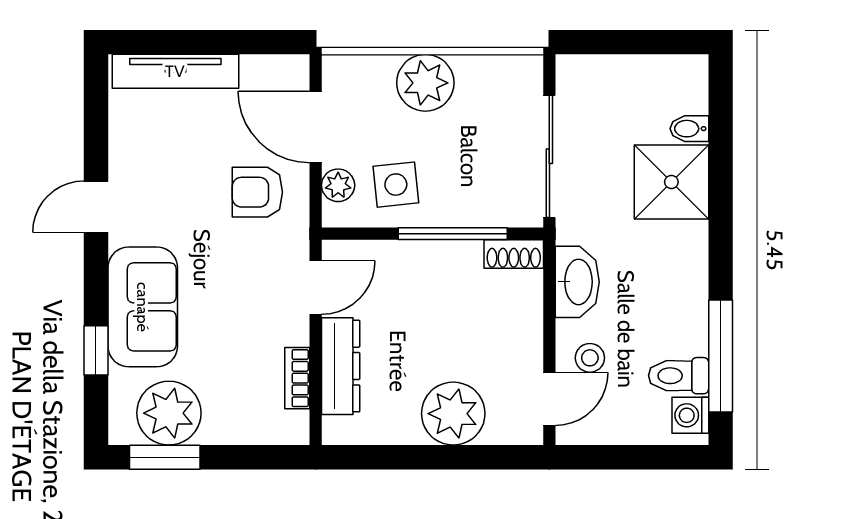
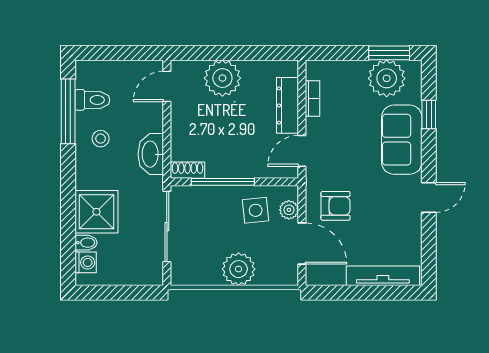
stool: (590, 358) -> (101, 139), moved
washing machine: (690, 415) -> (86, 262), moved

